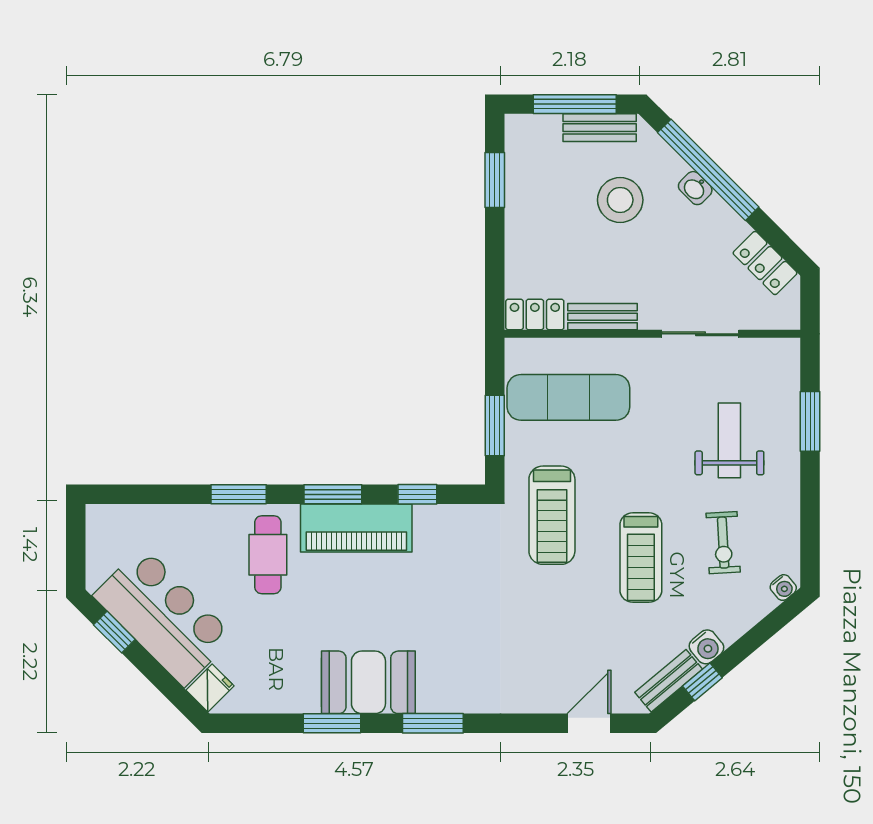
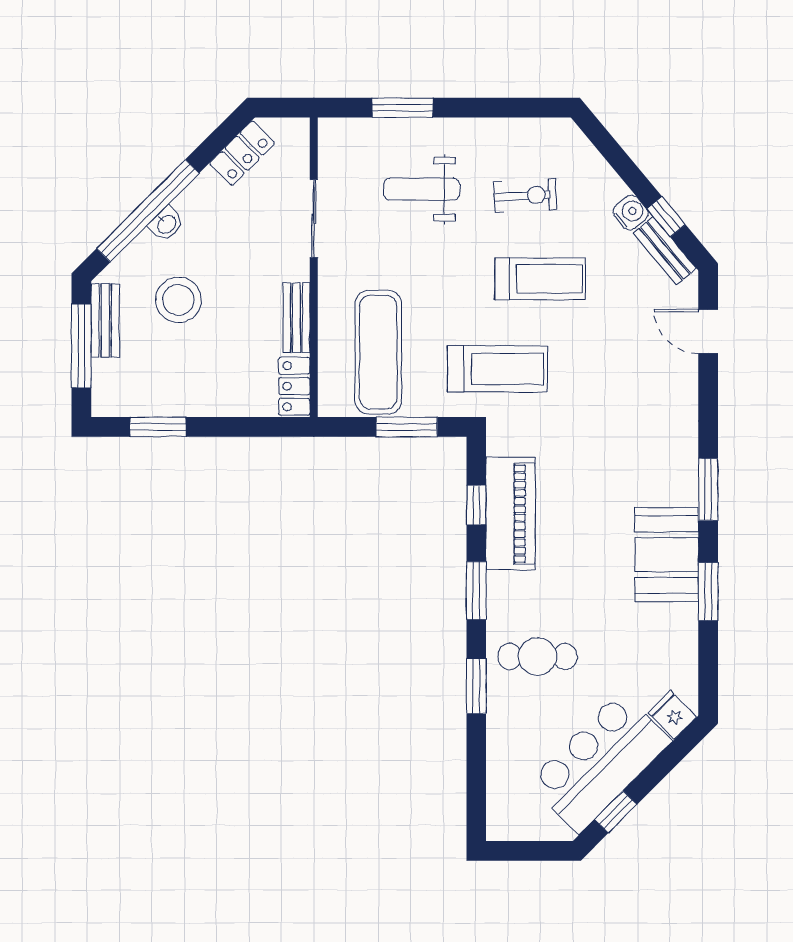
piano: (356, 528) -> (510, 514), moved
water cooler: (783, 588) -> (571, 135), removed

